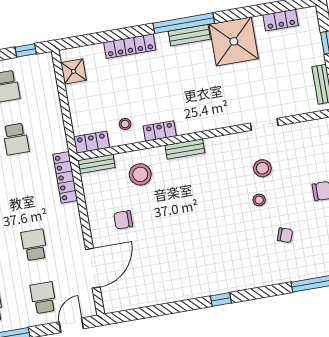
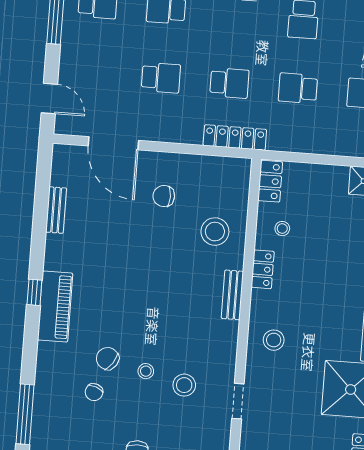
stool: (211, 109) -> (274, 340), added
bench: (96, 164) -> (56, 210), moved
chair: (123, 220) -> (164, 196), turned -90
chair: (257, 231) -> (108, 359), added
piano: (228, 281) -> (55, 307), added
school desk: (43, 298) -> (229, 83), moved

